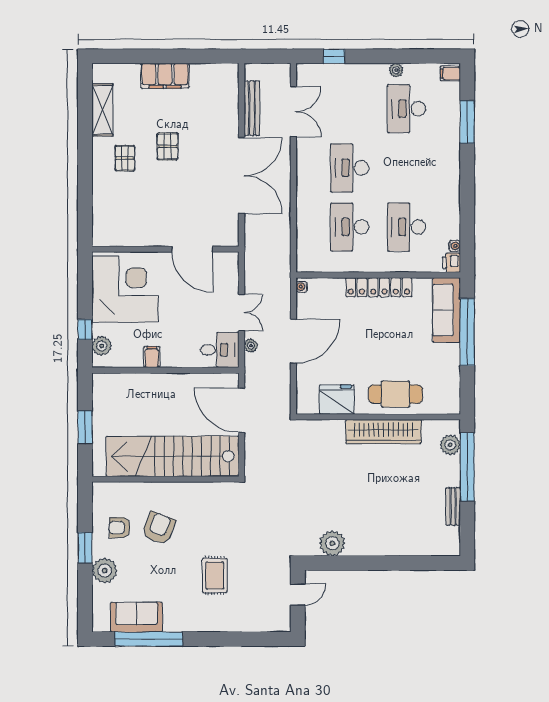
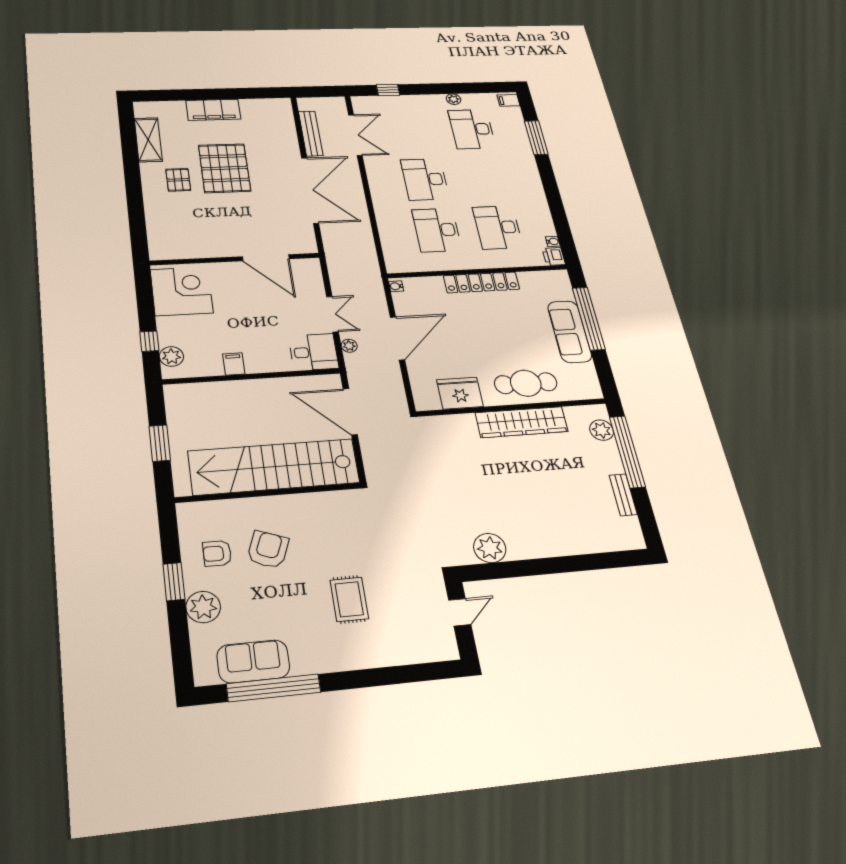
pallet: (168, 146) -> (224, 168), width x2.05, depth x2.00
corner desk: (125, 289) -> (182, 291), width x0.74, depth x0.74
sofa: (447, 310) -> (570, 332), moved

